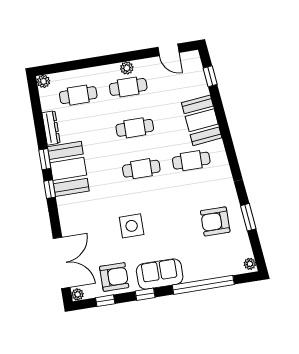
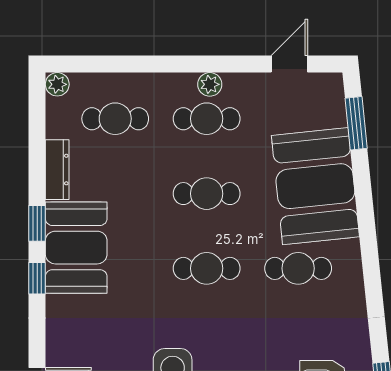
door: (168, 50) -> (289, 64), swing flipped
window: (210, 76) -> (356, 123), width x1.50
booth: (202, 120) -> (315, 186), width x1.36, depth x1.42

